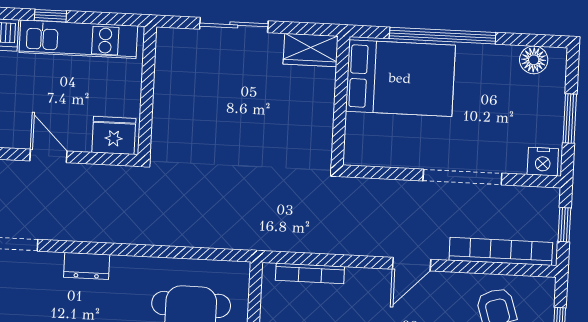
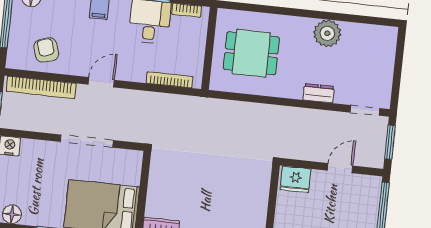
door: (48, 156) -> (340, 168), swing flipped
doorway: (462, 177) -> (87, 141), moved

